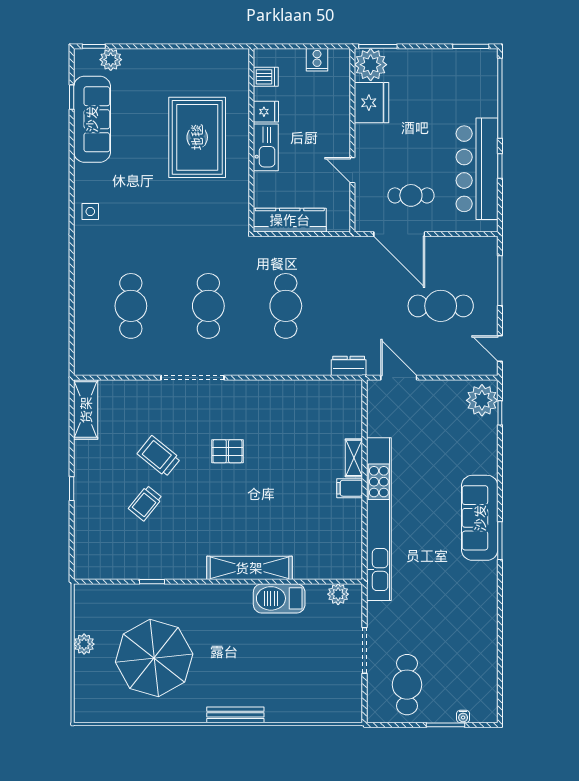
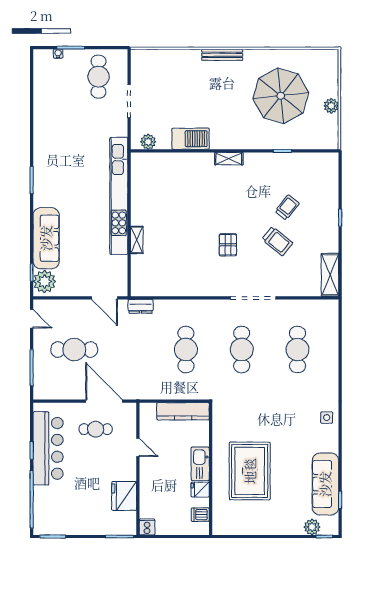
cooker: (317, 60) -> (147, 527), moved
plant: (371, 65) -> (125, 523), removed
pallet: (227, 451) -> (228, 245), turned 90
filing cabinet: (350, 488) -> (140, 218), removed
sofa: (480, 518) -> (46, 238), moved
shelving: (249, 568) -> (229, 159), width x0.45, depth x0.75

